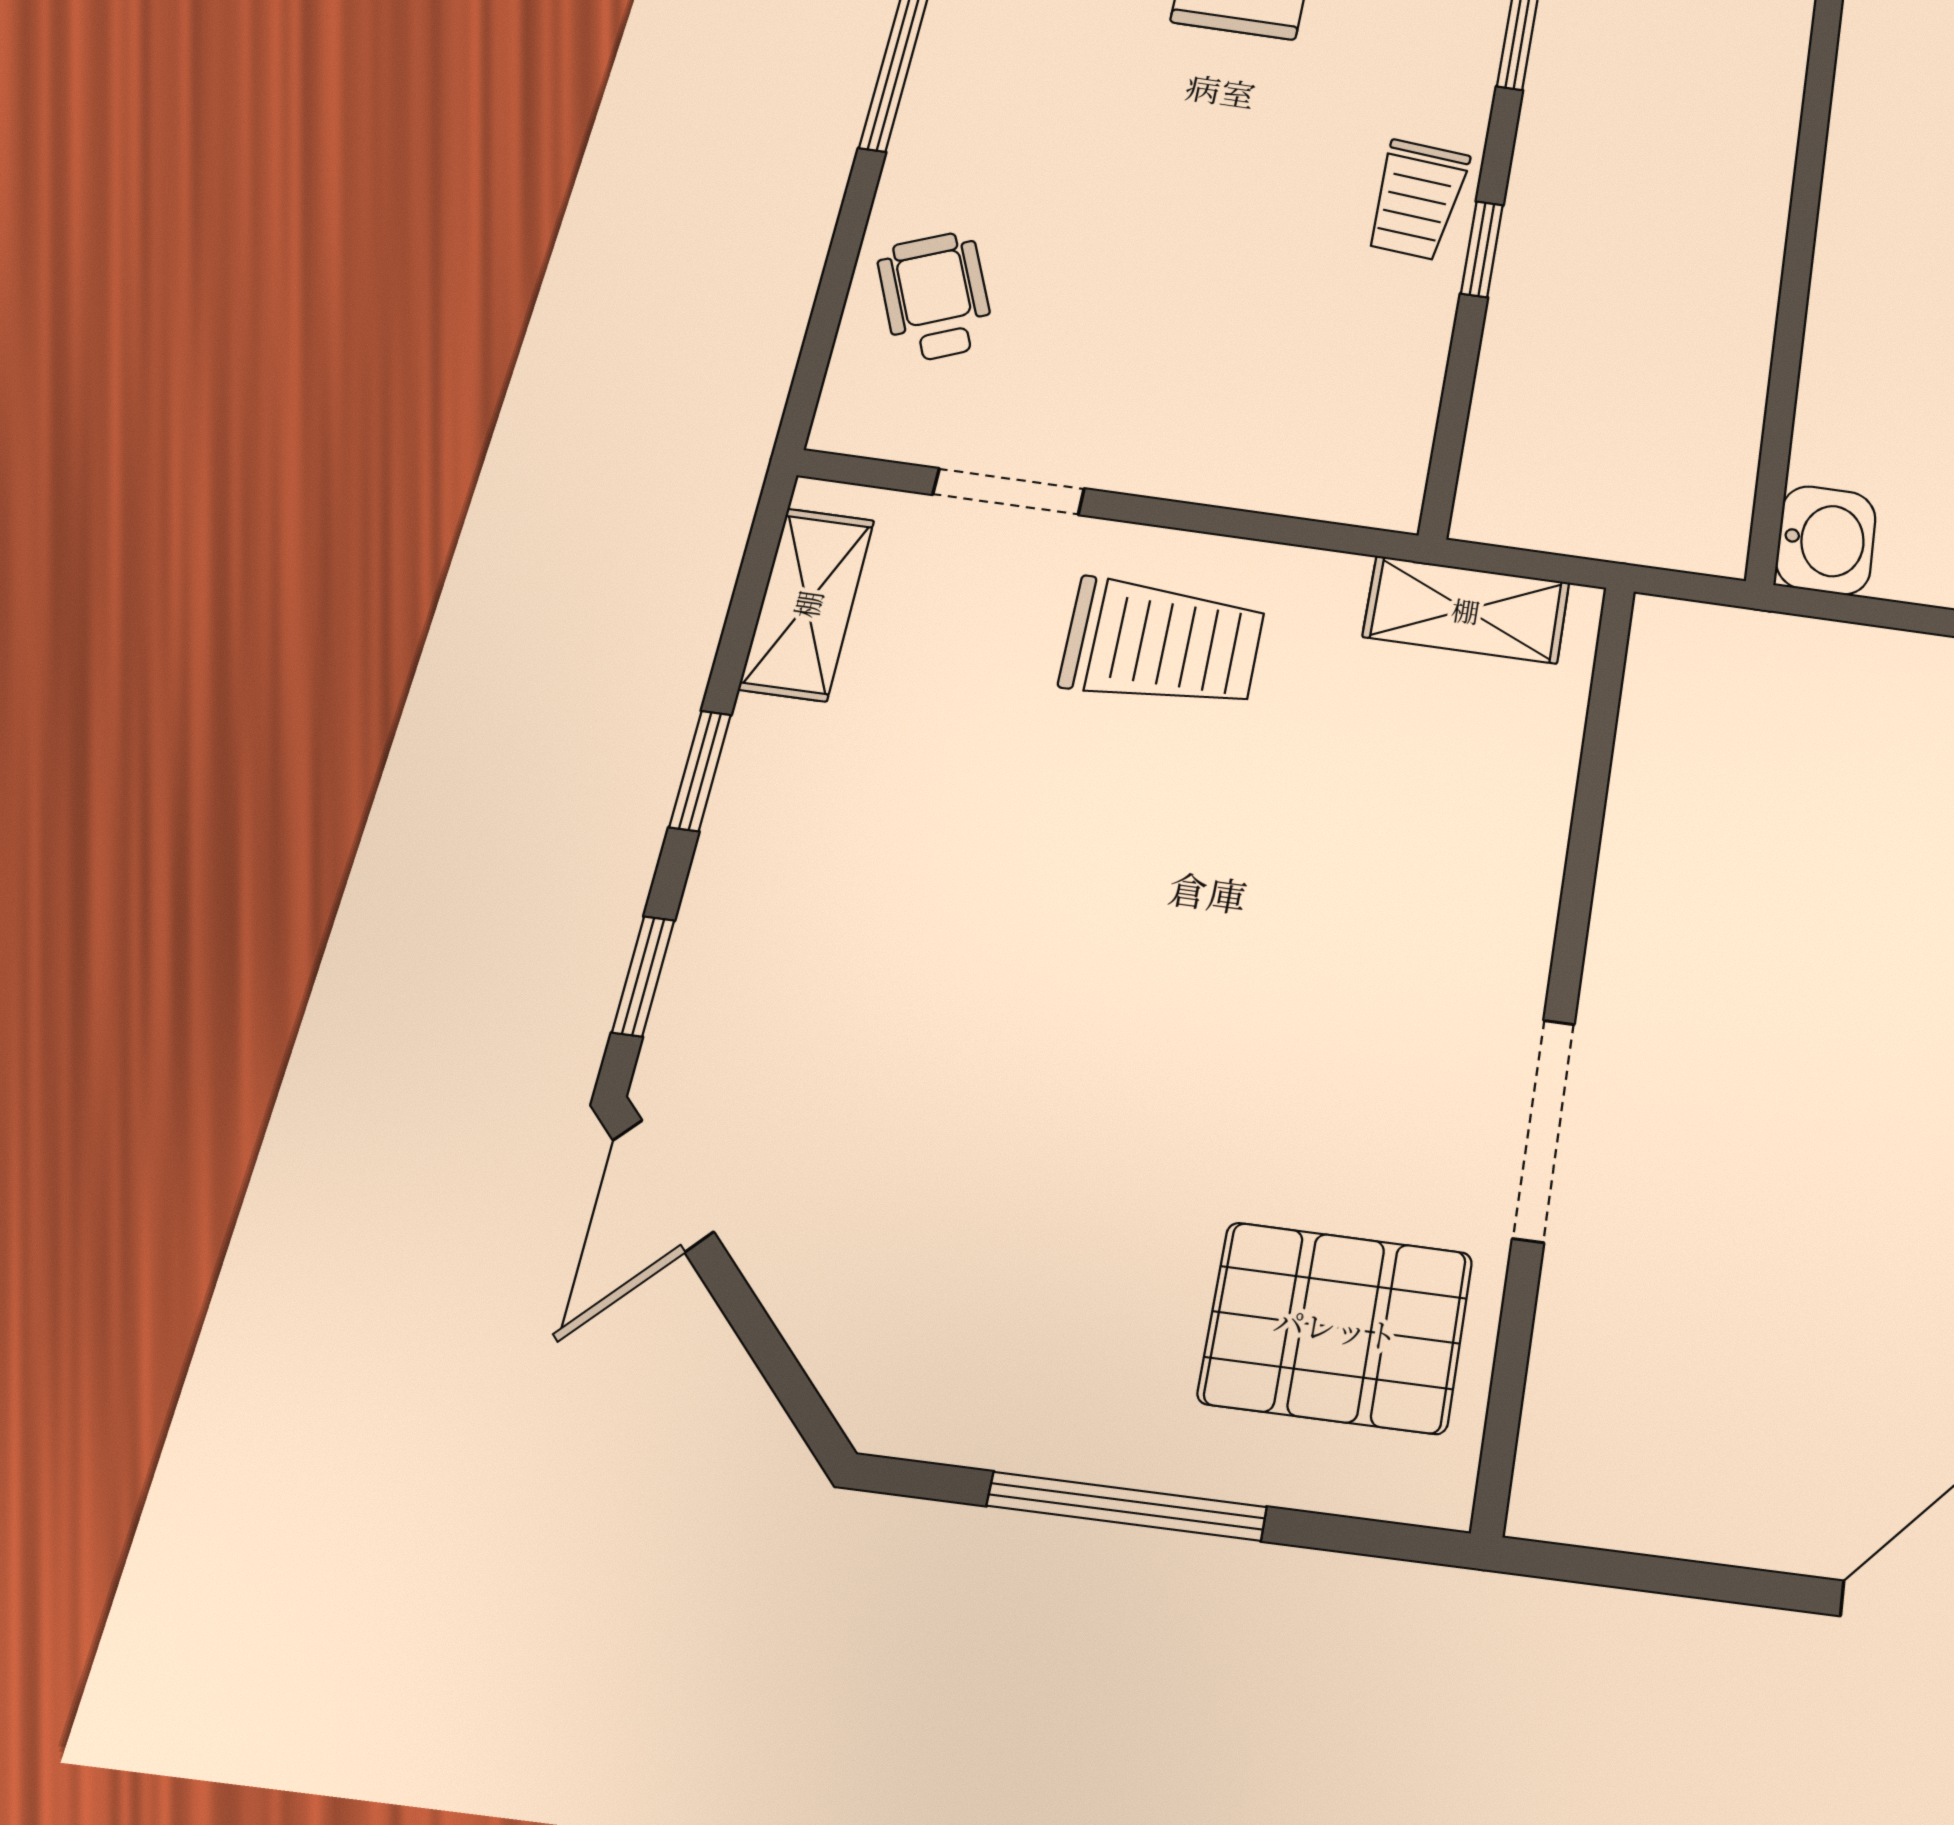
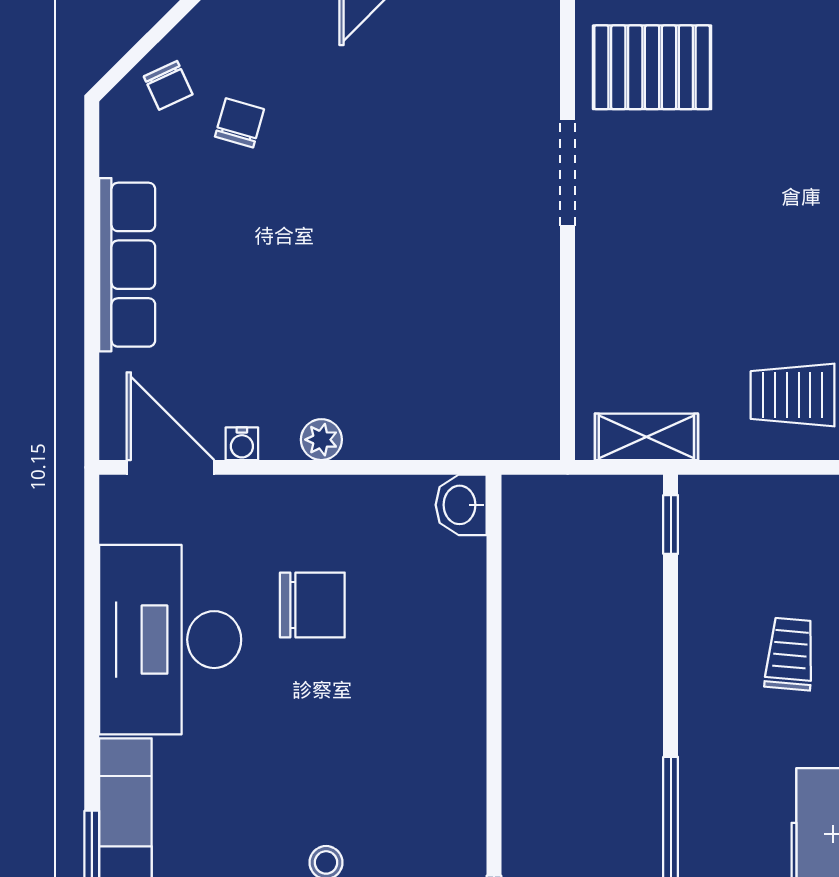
trolley: (1417, 200) -> (790, 654), moved
window: (1482, 249) -> (671, 525), moved

